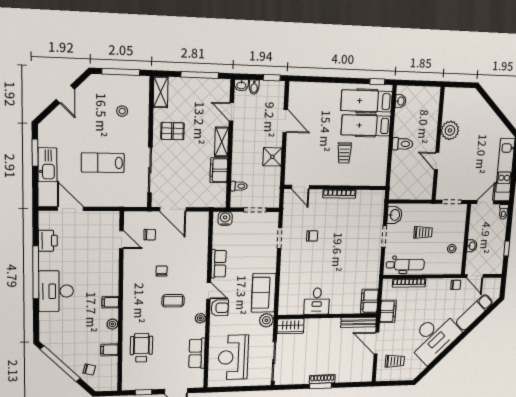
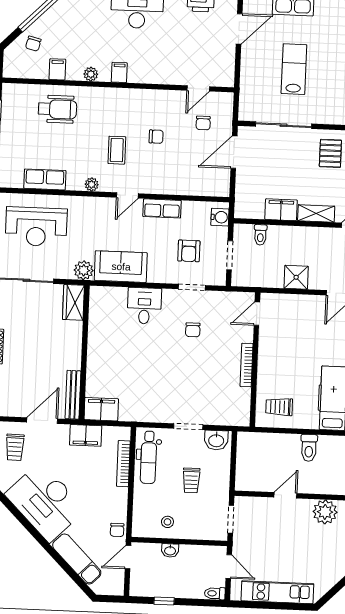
trolley: (344, 153) -> (279, 407), moved
desk: (317, 301) -> (144, 306), moved, turned 90
armchair: (220, 308) -> (189, 251), moved
reception desk: (233, 357) -> (36, 227), turned 180

